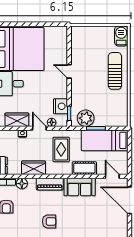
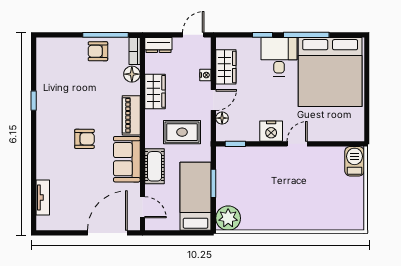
barbecue: (121, 36) -> (355, 161), moved, turned -90
sun lounger: (115, 71) -> (298, 211), removed
nightstand: (60, 106) -> (271, 131), moved
plant: (86, 118) -> (228, 218), moved
door: (112, 176) -> (142, 207), hinge flipped
armchair: (49, 221) -> (84, 139), moved, turned -90

